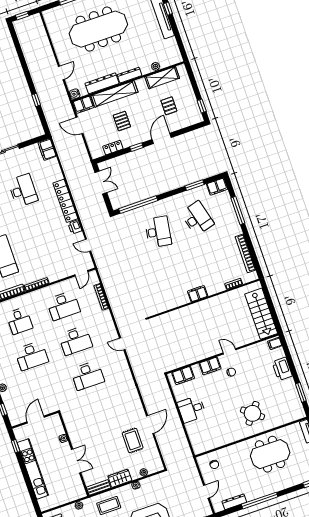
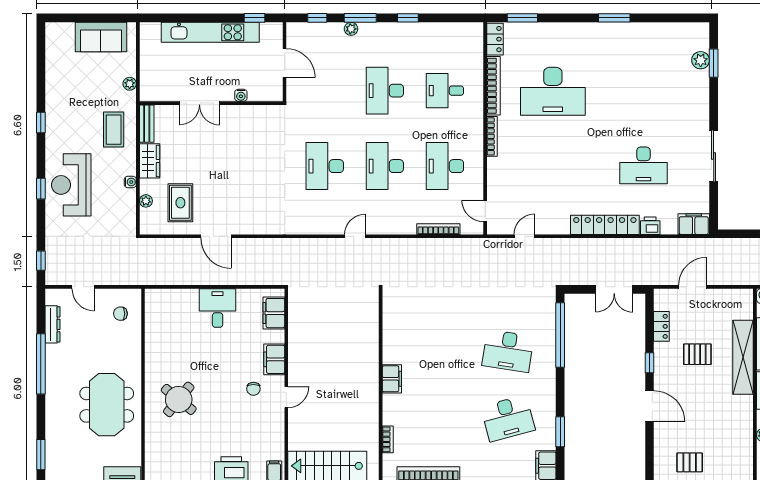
shelving: (162, 78) -> (743, 439), removed
filing cabinet: (83, 105) -> (743, 304), removed
pallet: (169, 106) -> (690, 462), moved
door: (80, 125) -> (693, 287), moved
printer: (75, 227) -> (650, 226), moved
rug: (133, 440) -> (180, 203), moved, turned 90

